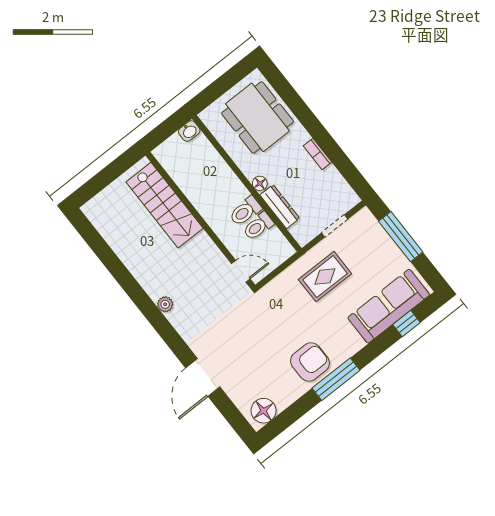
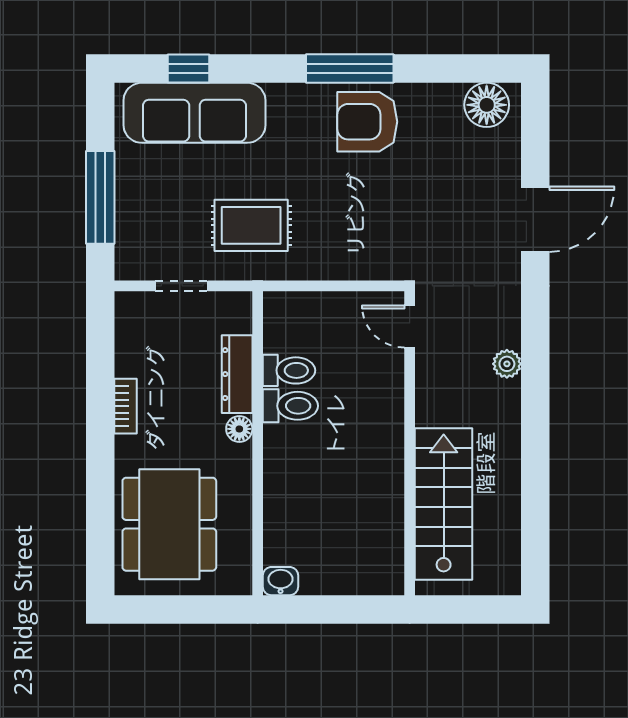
stairs: (165, 205) -> (444, 504), moved
wall: (200, 220) -> (410, 443), moved
door: (241, 271) -> (410, 326), moved

